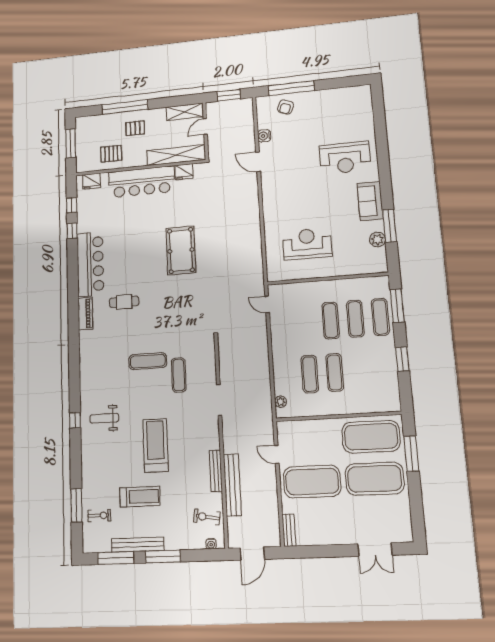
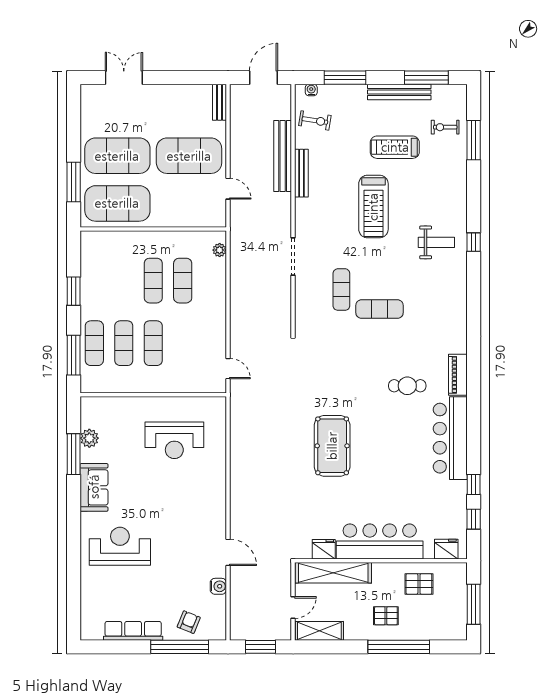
row of seats: (329, 96) -> (133, 631), added
window: (163, 556) -> (345, 78), moved

